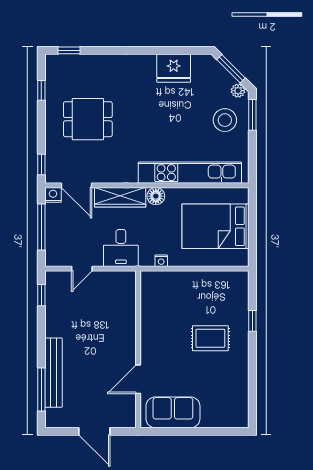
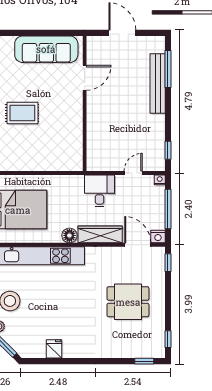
fridge: (174, 68) -> (54, 349), width x0.53, depth x0.75
window: (41, 90) -> (168, 339), moved
nightstand: (161, 261) -> (160, 180), moved
sofa: (173, 412) -> (46, 49), width x1.36

